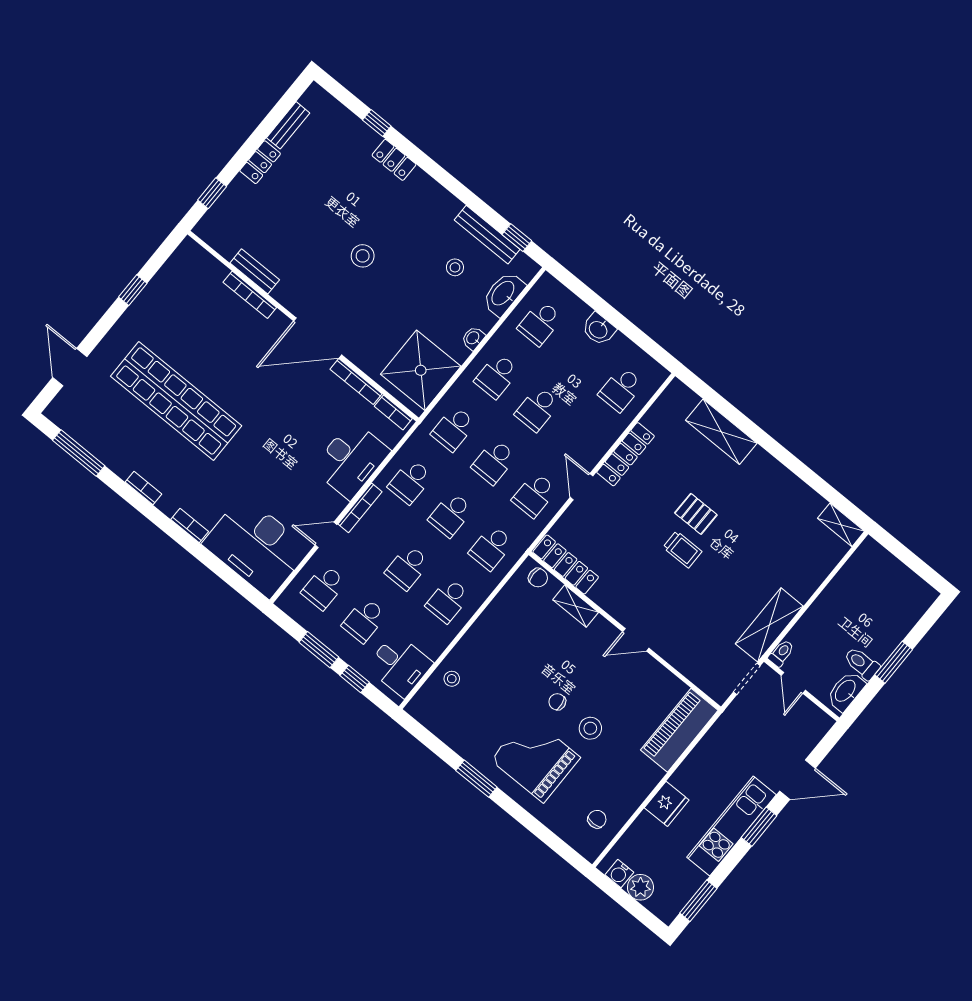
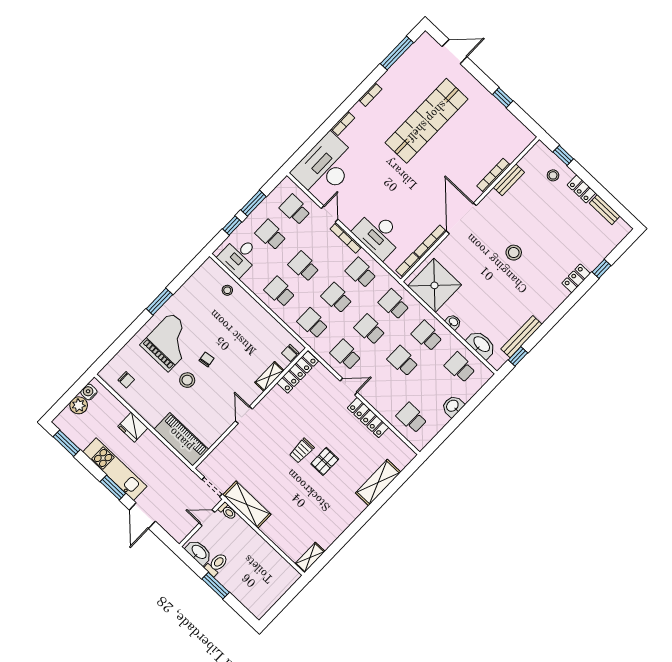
stool: (455, 267) -> (553, 175), moved

